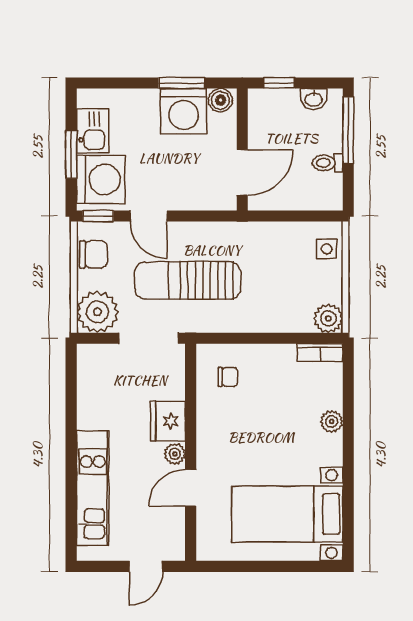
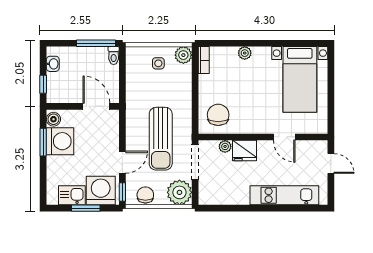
window: (348, 130) -> (96, 43), moved
toilet: (328, 163) -> (114, 56), moved
side table: (327, 249) -> (158, 63), moved
chair: (228, 377) -> (218, 115), width x1.87, depth x1.87
plant: (175, 454) -> (225, 146), moved

